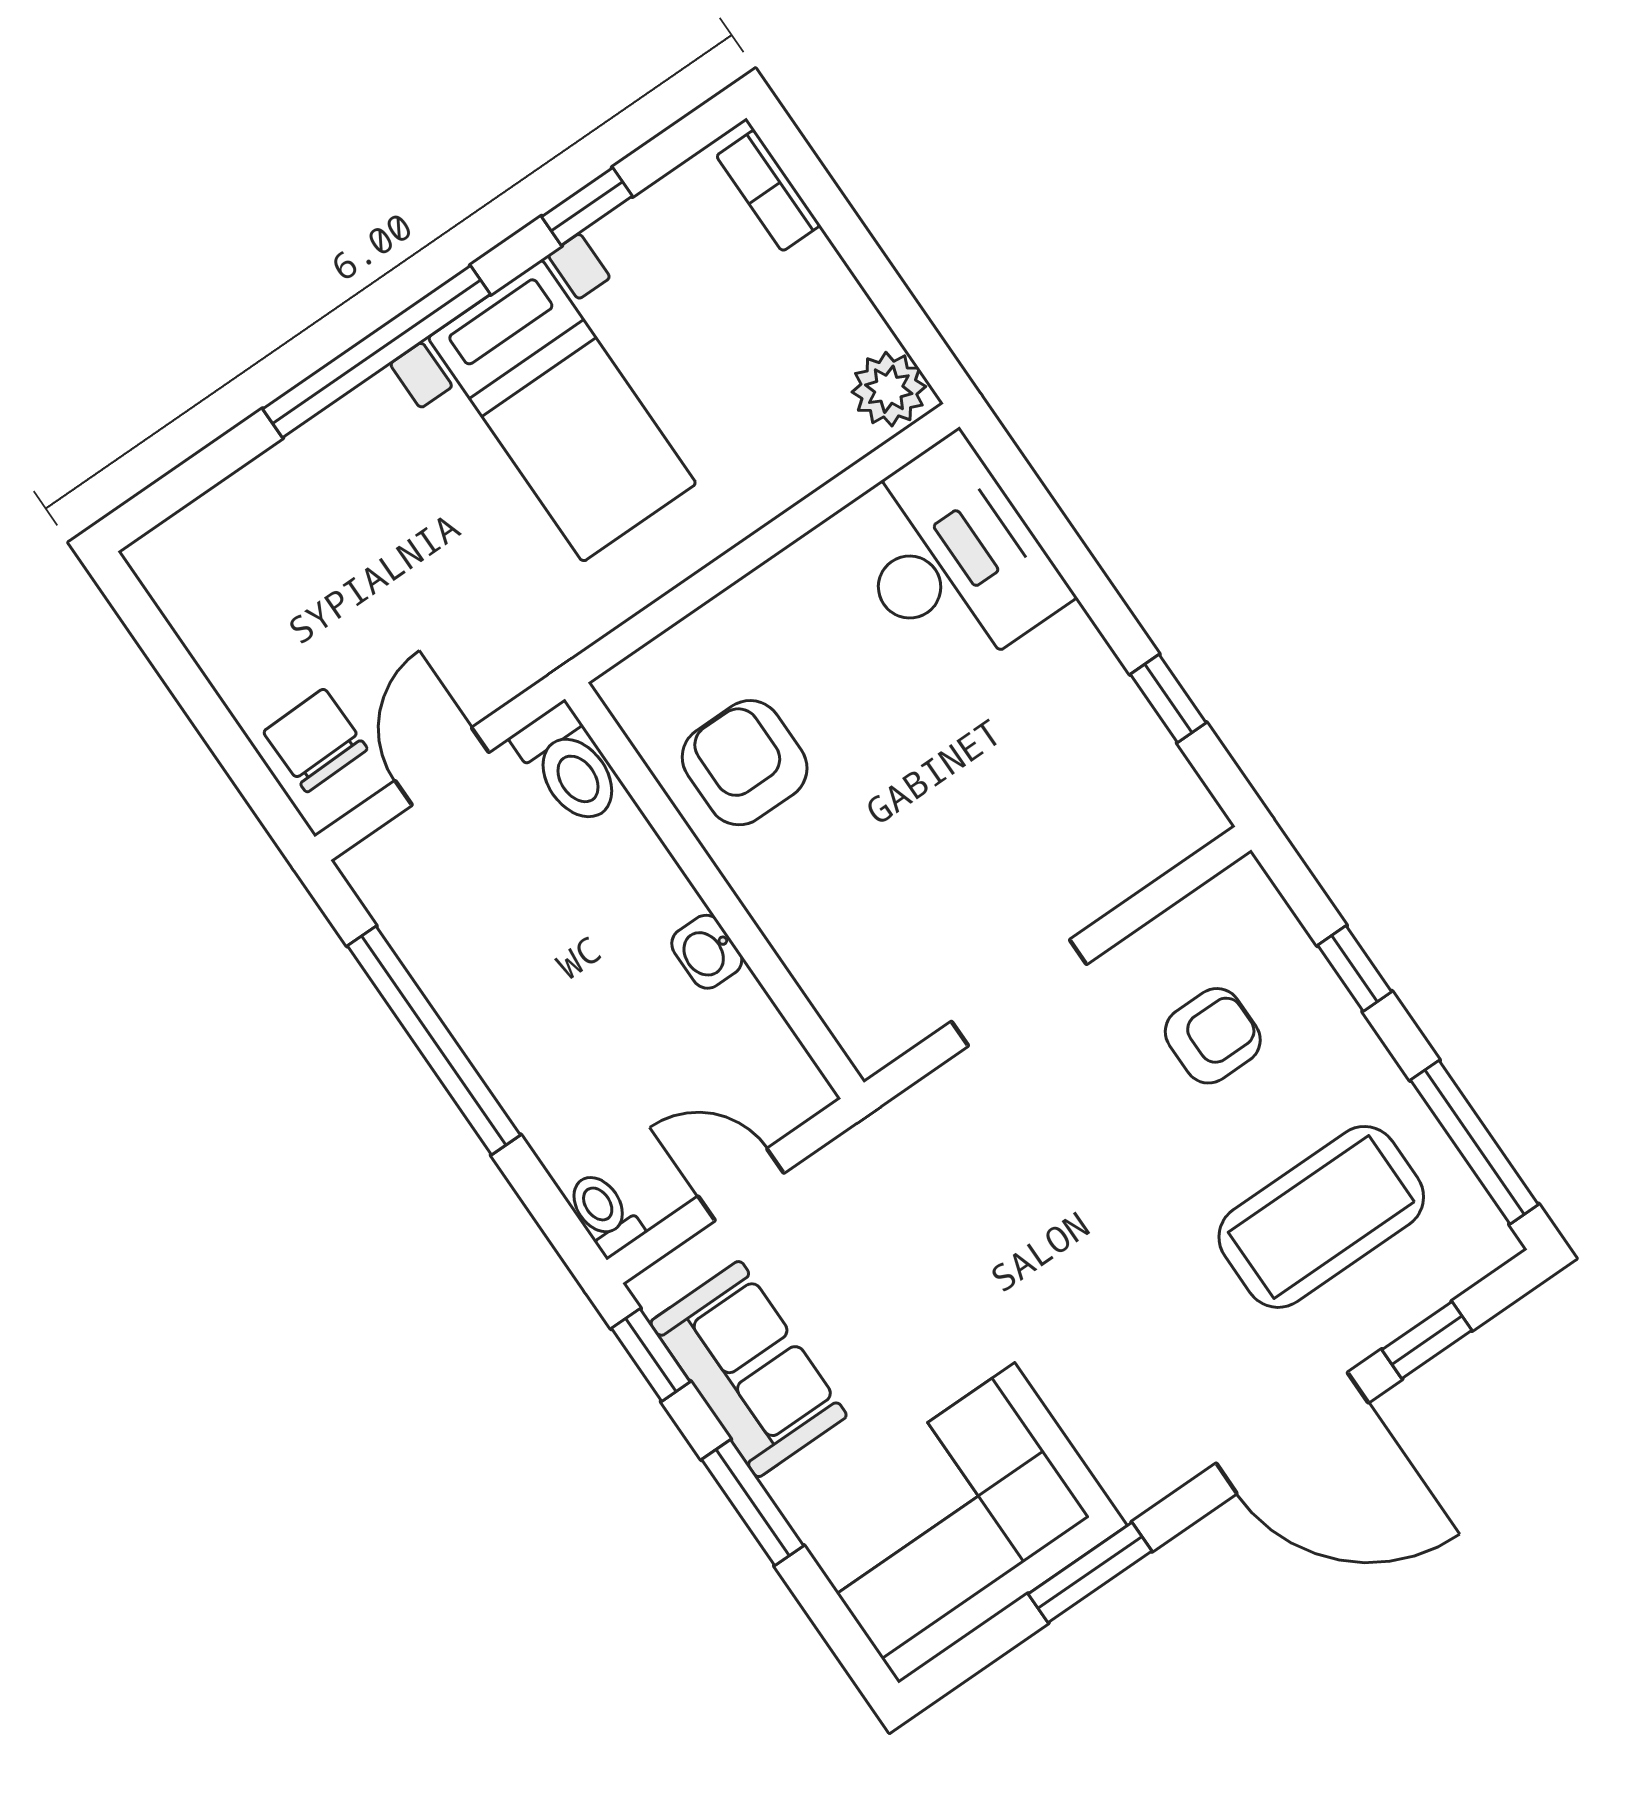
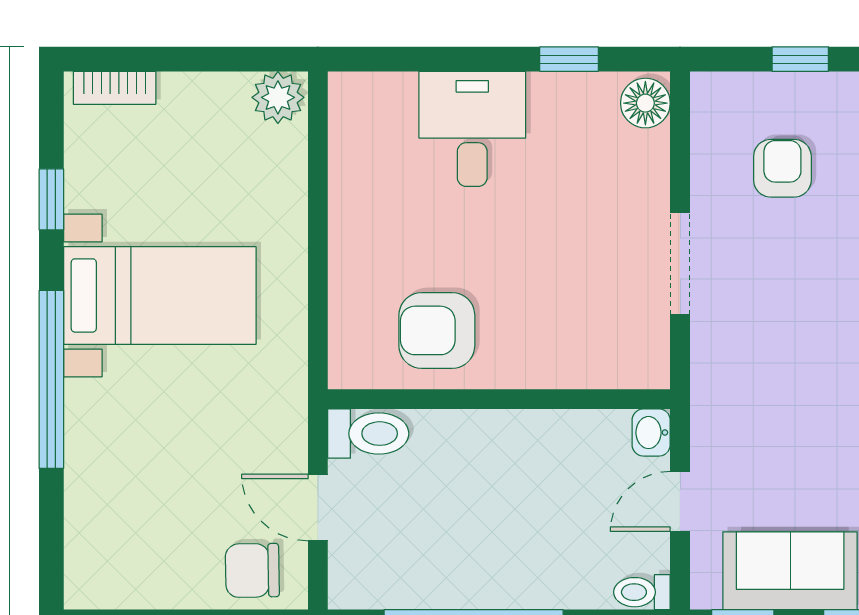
desk: (951, 558) -> (472, 129), moved, width x0.73
floor lamp: (1178, 823) -> (645, 103), added
washbasin: (707, 952) -> (651, 433), moved, turned 90

